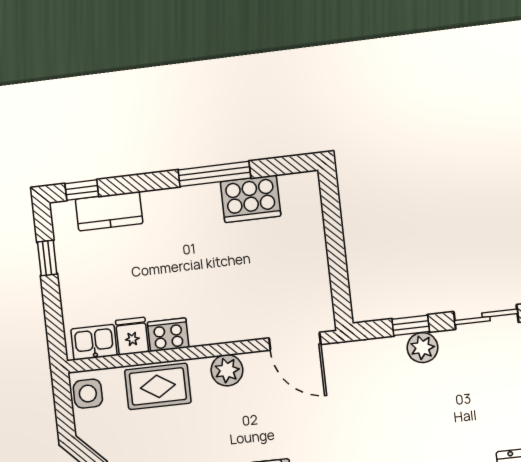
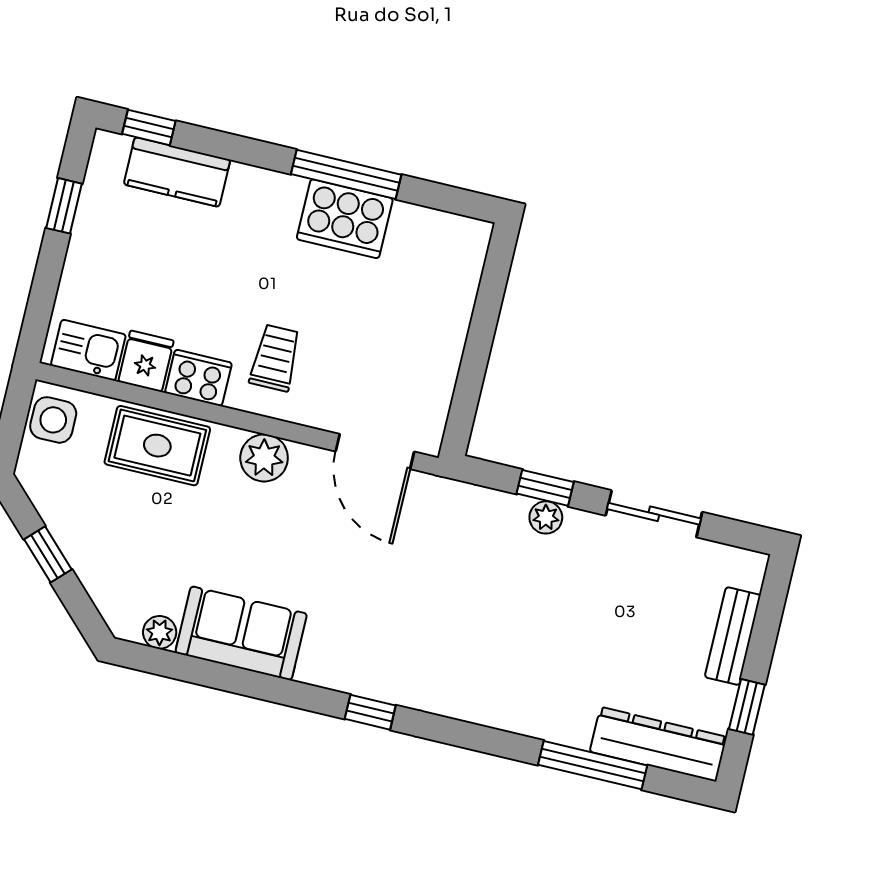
cooker: (251, 199) -> (345, 219), moved
trolley: (211, 305) -> (275, 358), added
plant: (422, 348) -> (546, 517), width x0.73, depth x0.73

